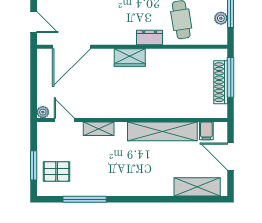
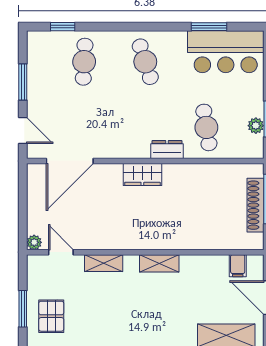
shelving: (162, 131) -> (159, 263), width x0.45, depth x0.75
pallet: (57, 171) -> (51, 316), turned 90

